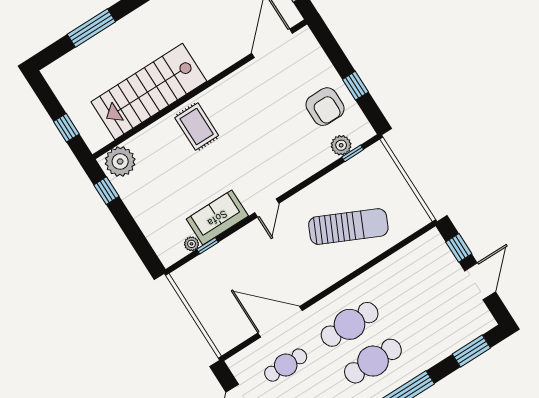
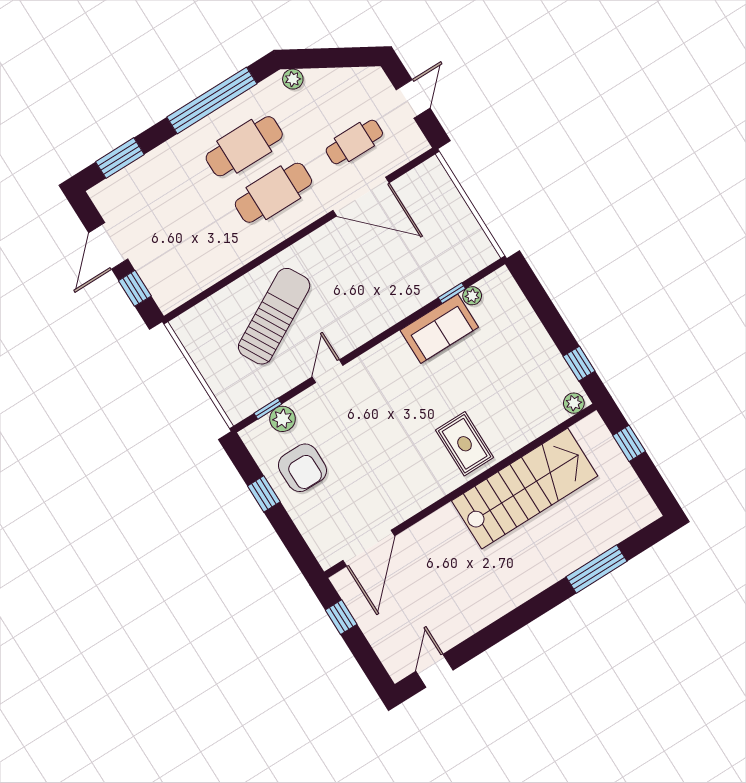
armchair: (325, 107) -> (302, 468), turned 180
plant: (120, 162) -> (574, 403), width x0.53, depth x0.53
door: (267, 208) -> (328, 371), moved
sun lounger: (348, 227) -> (274, 316), turned 126

